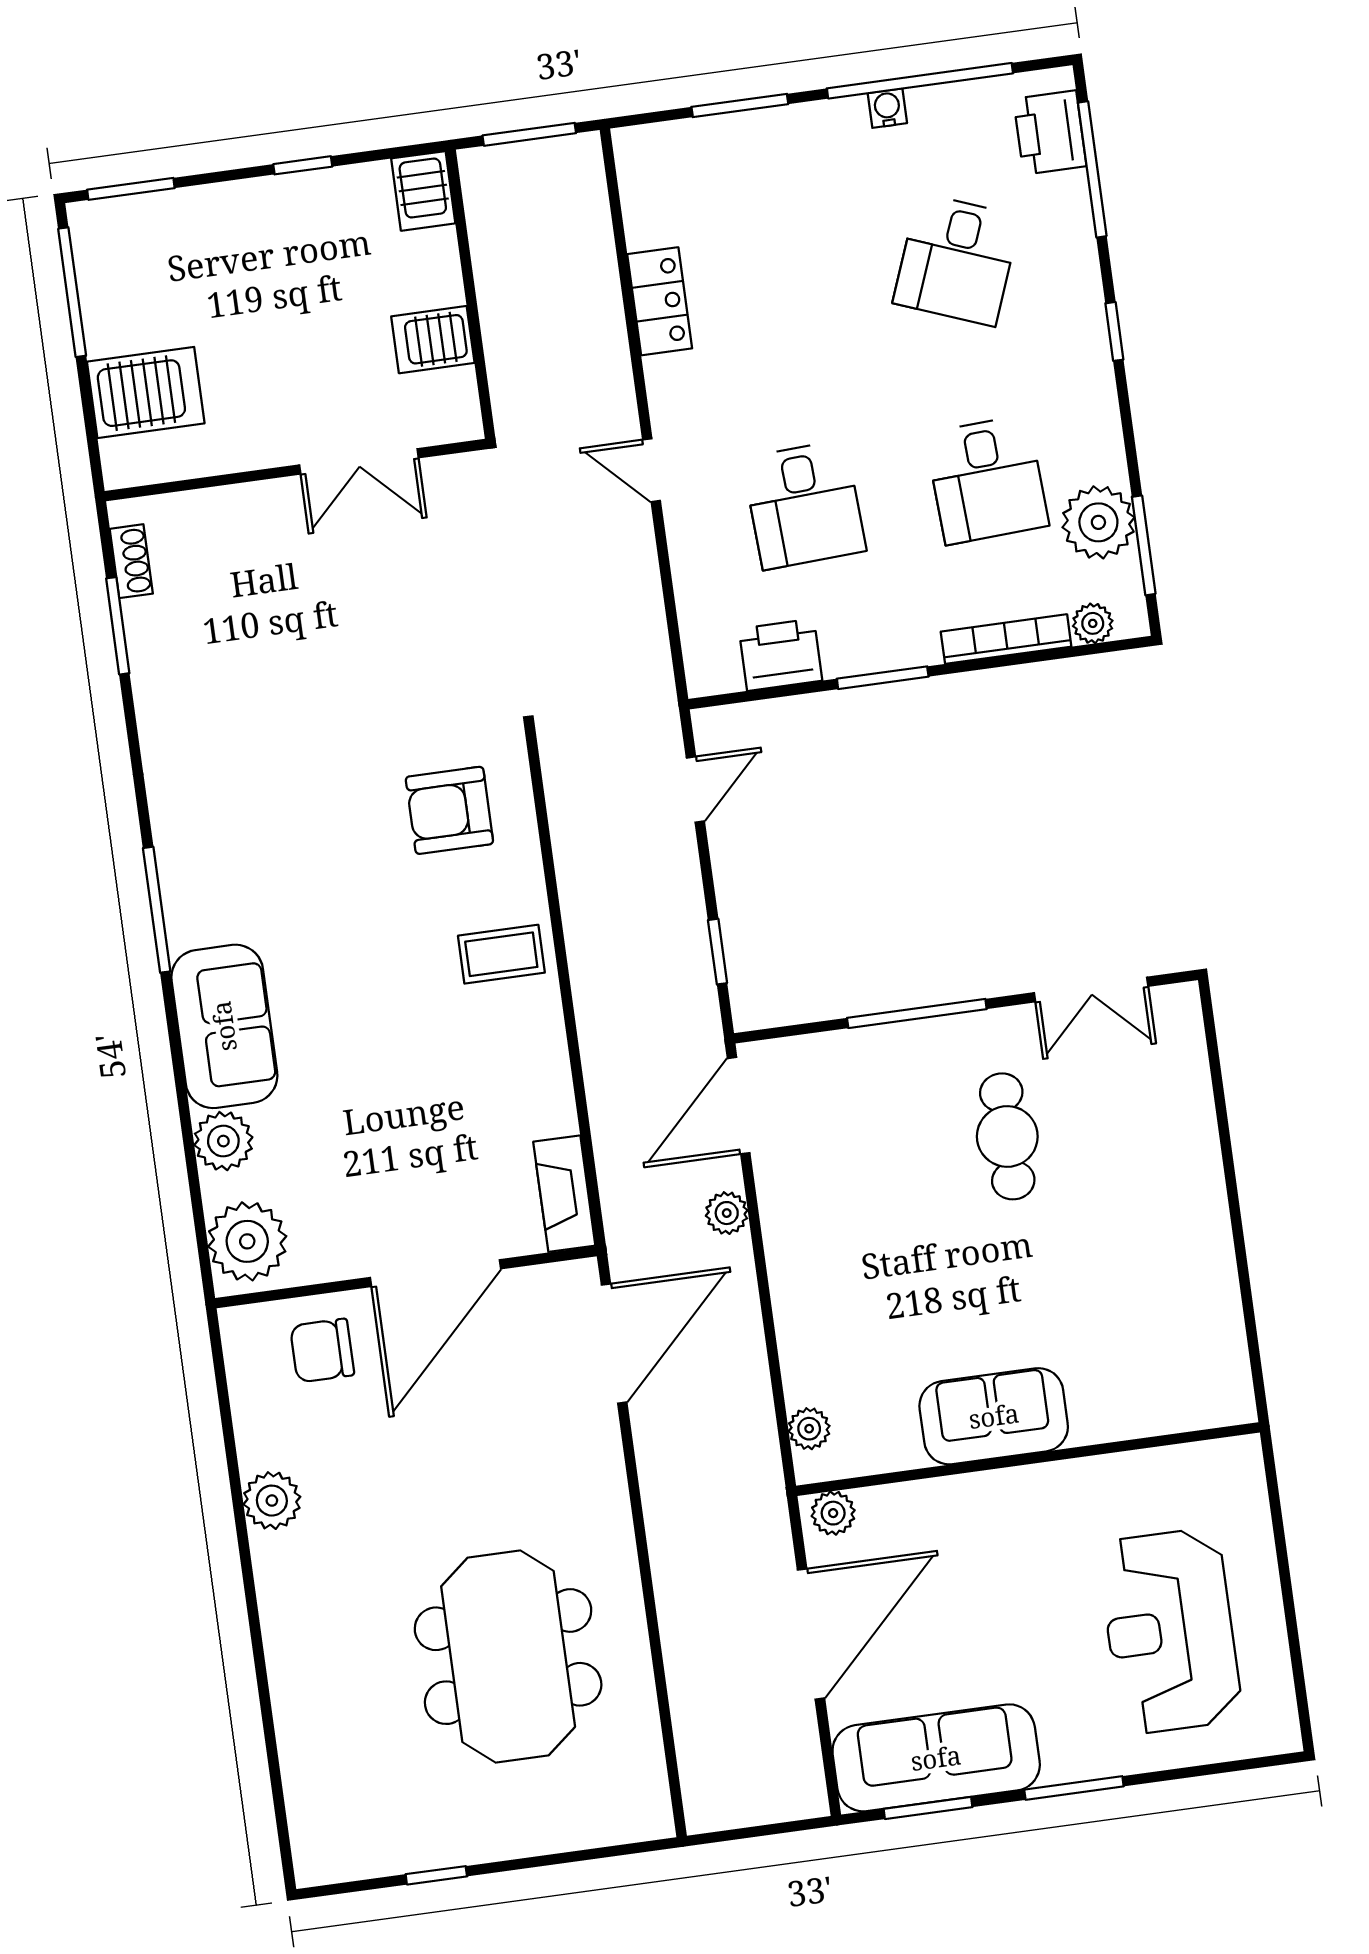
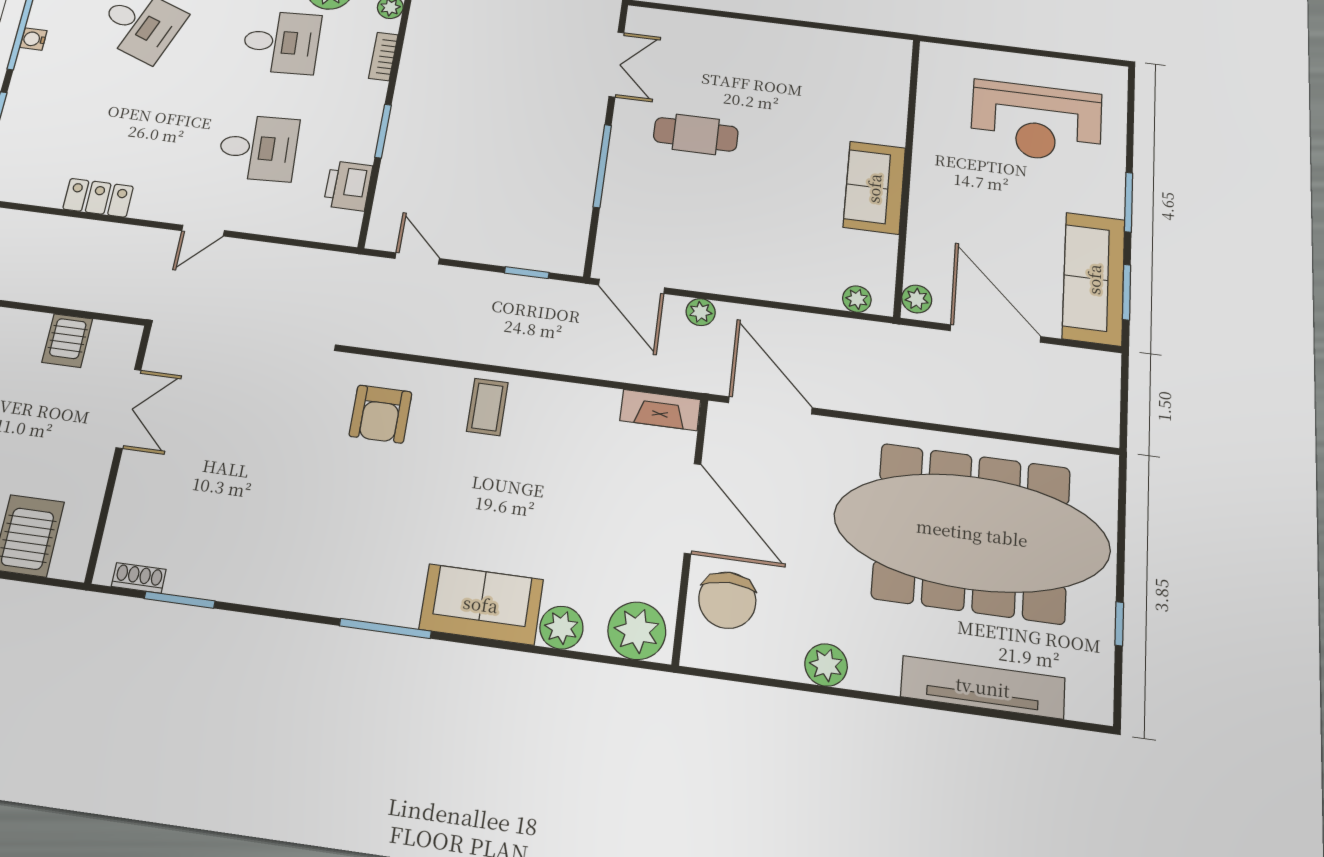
bookcase: (1006, 639) -> (383, 57), width x0.64
chair: (322, 1351) -> (727, 600), width x1.37, depth x1.37
meeting table: (508, 1657) -> (972, 533), width x1.86, depth x1.27
tv unit: (300, 1711) -> (983, 687), added

